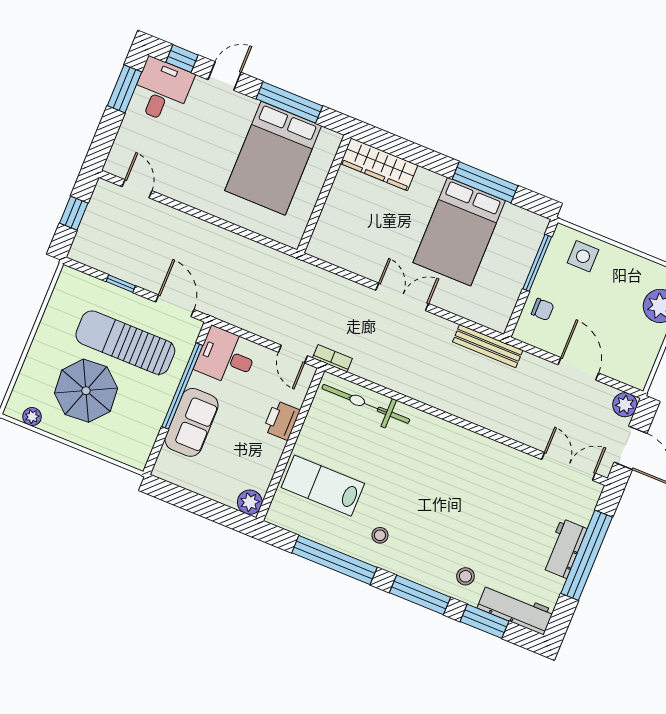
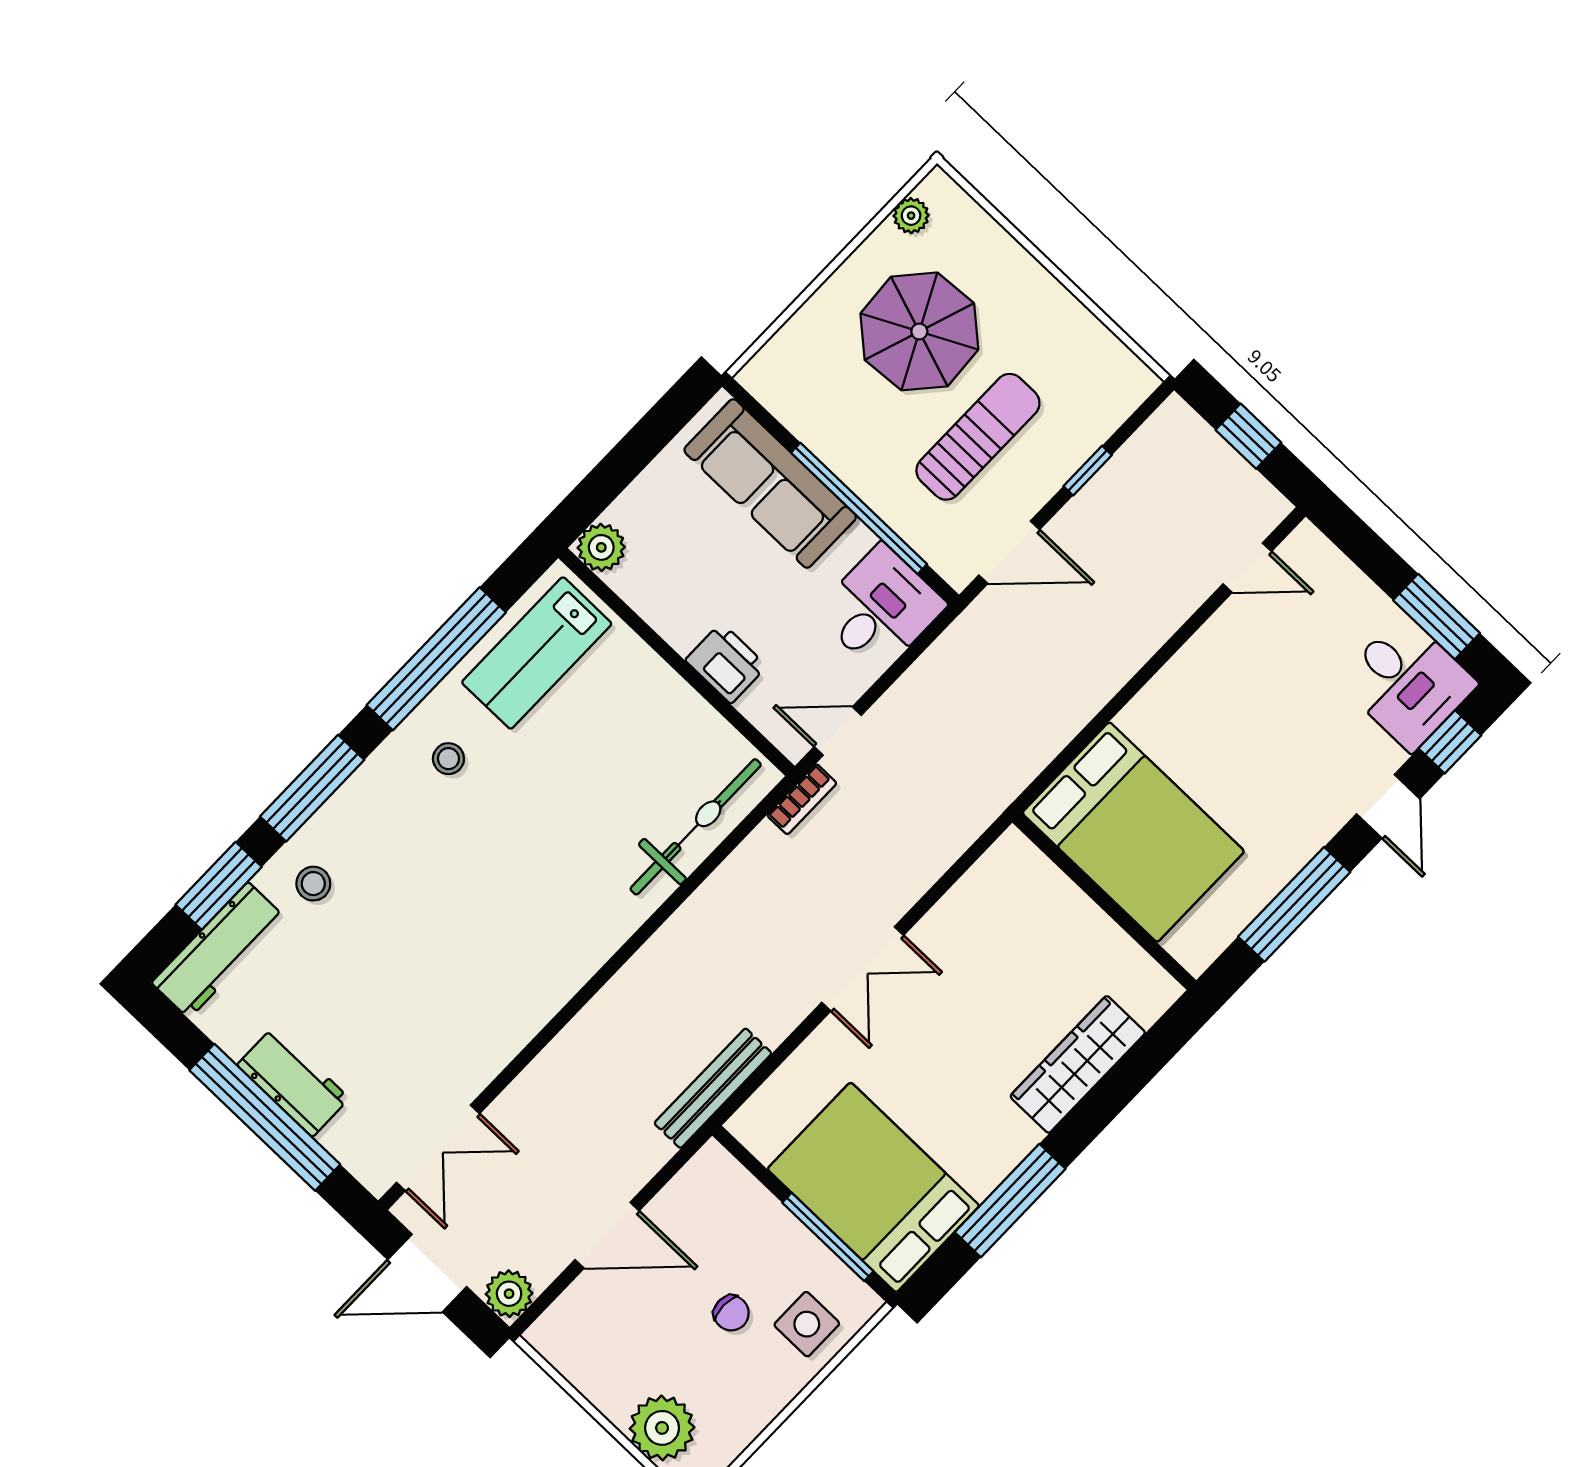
bed: (273, 158) -> (1133, 832), moved, turned 180
wardrobe: (379, 164) -> (1078, 1064), moved
bed: (459, 232) -> (873, 1187), moved
chair: (543, 309) -> (731, 1313), moved, turned -90
sun lounger: (125, 343) -> (978, 437), width x0.73, depth x0.75
sofa: (192, 422) -> (770, 483), width x1.36
lab bench: (323, 486) -> (537, 653), moved, turned 180

